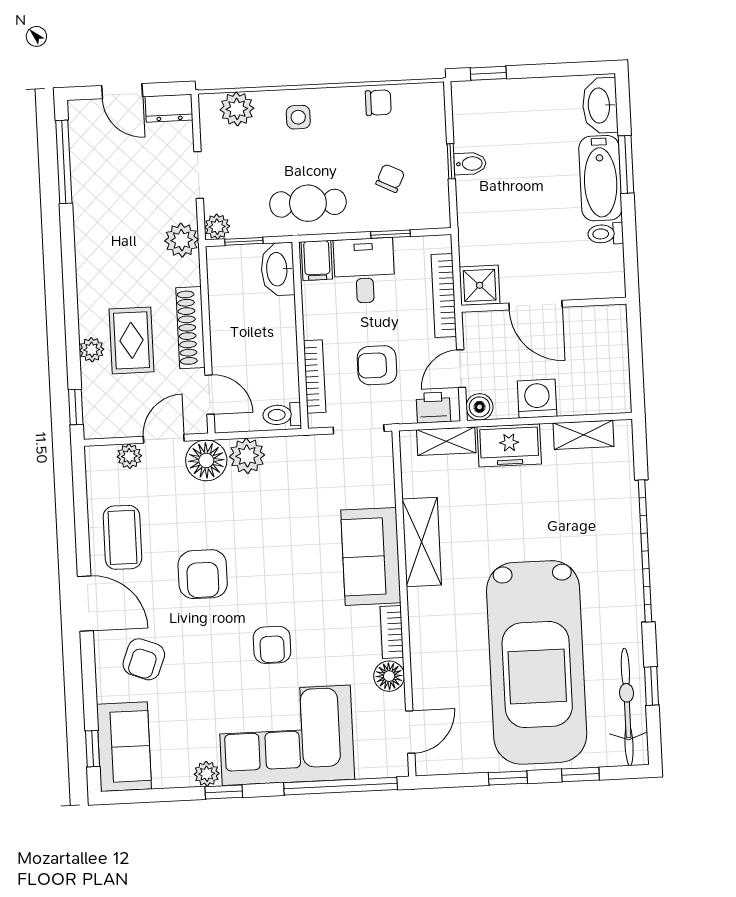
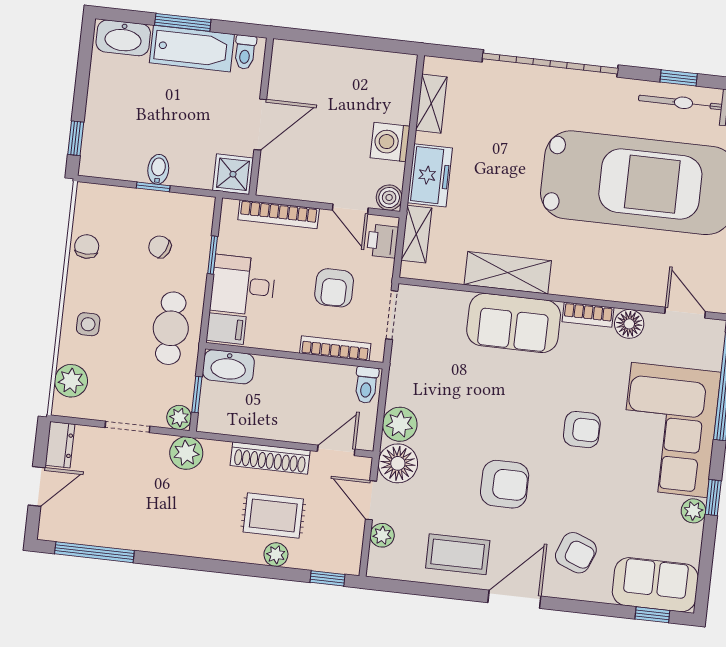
shower: (480, 285) -> (233, 174), moved
door: (536, 305) -> (260, 124), moved
wall: (544, 305) -> (261, 117), moved

